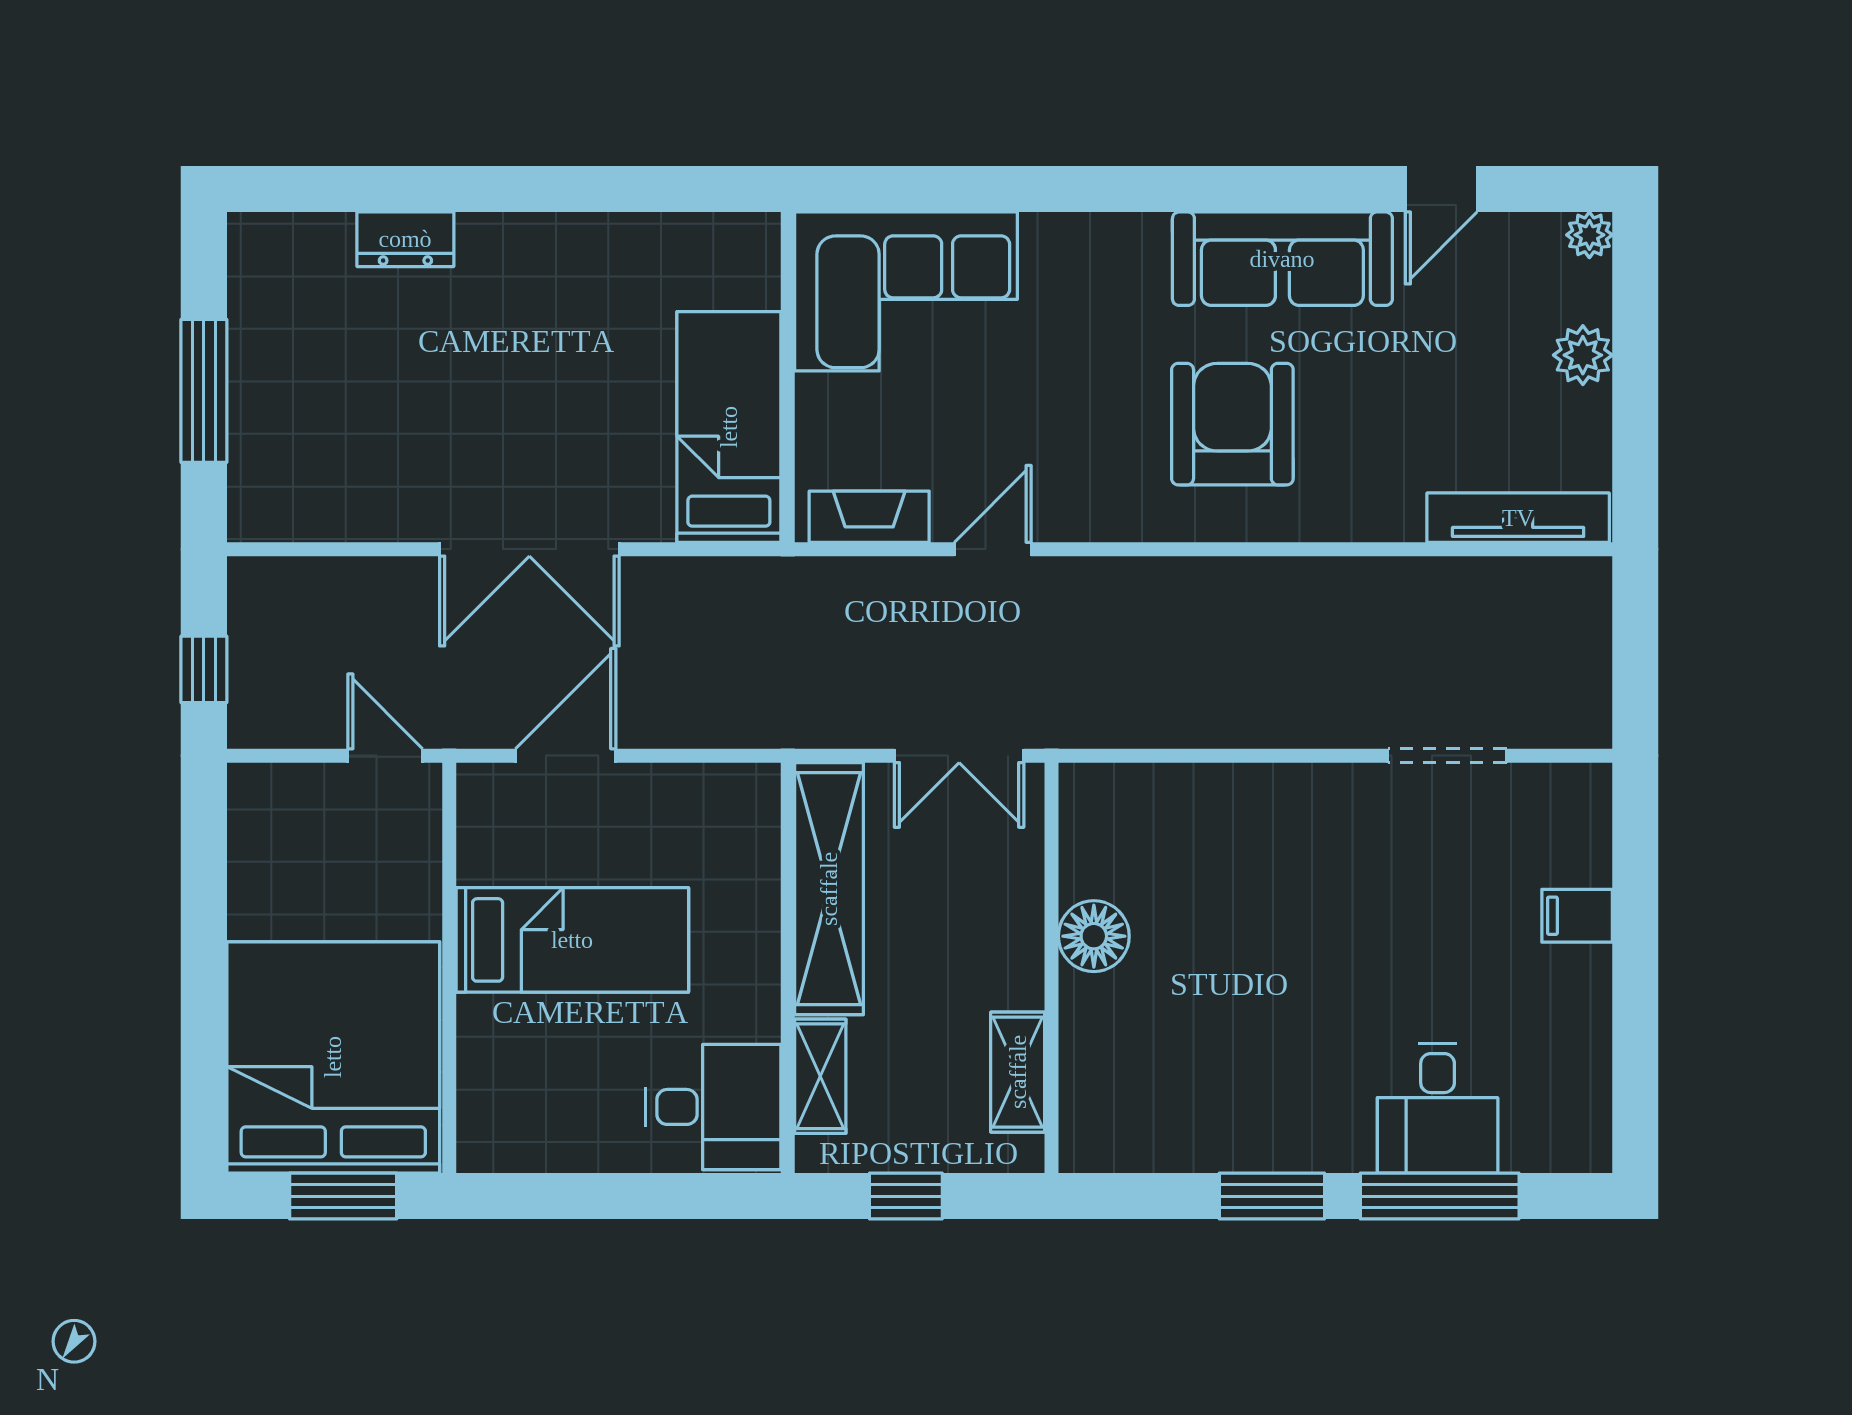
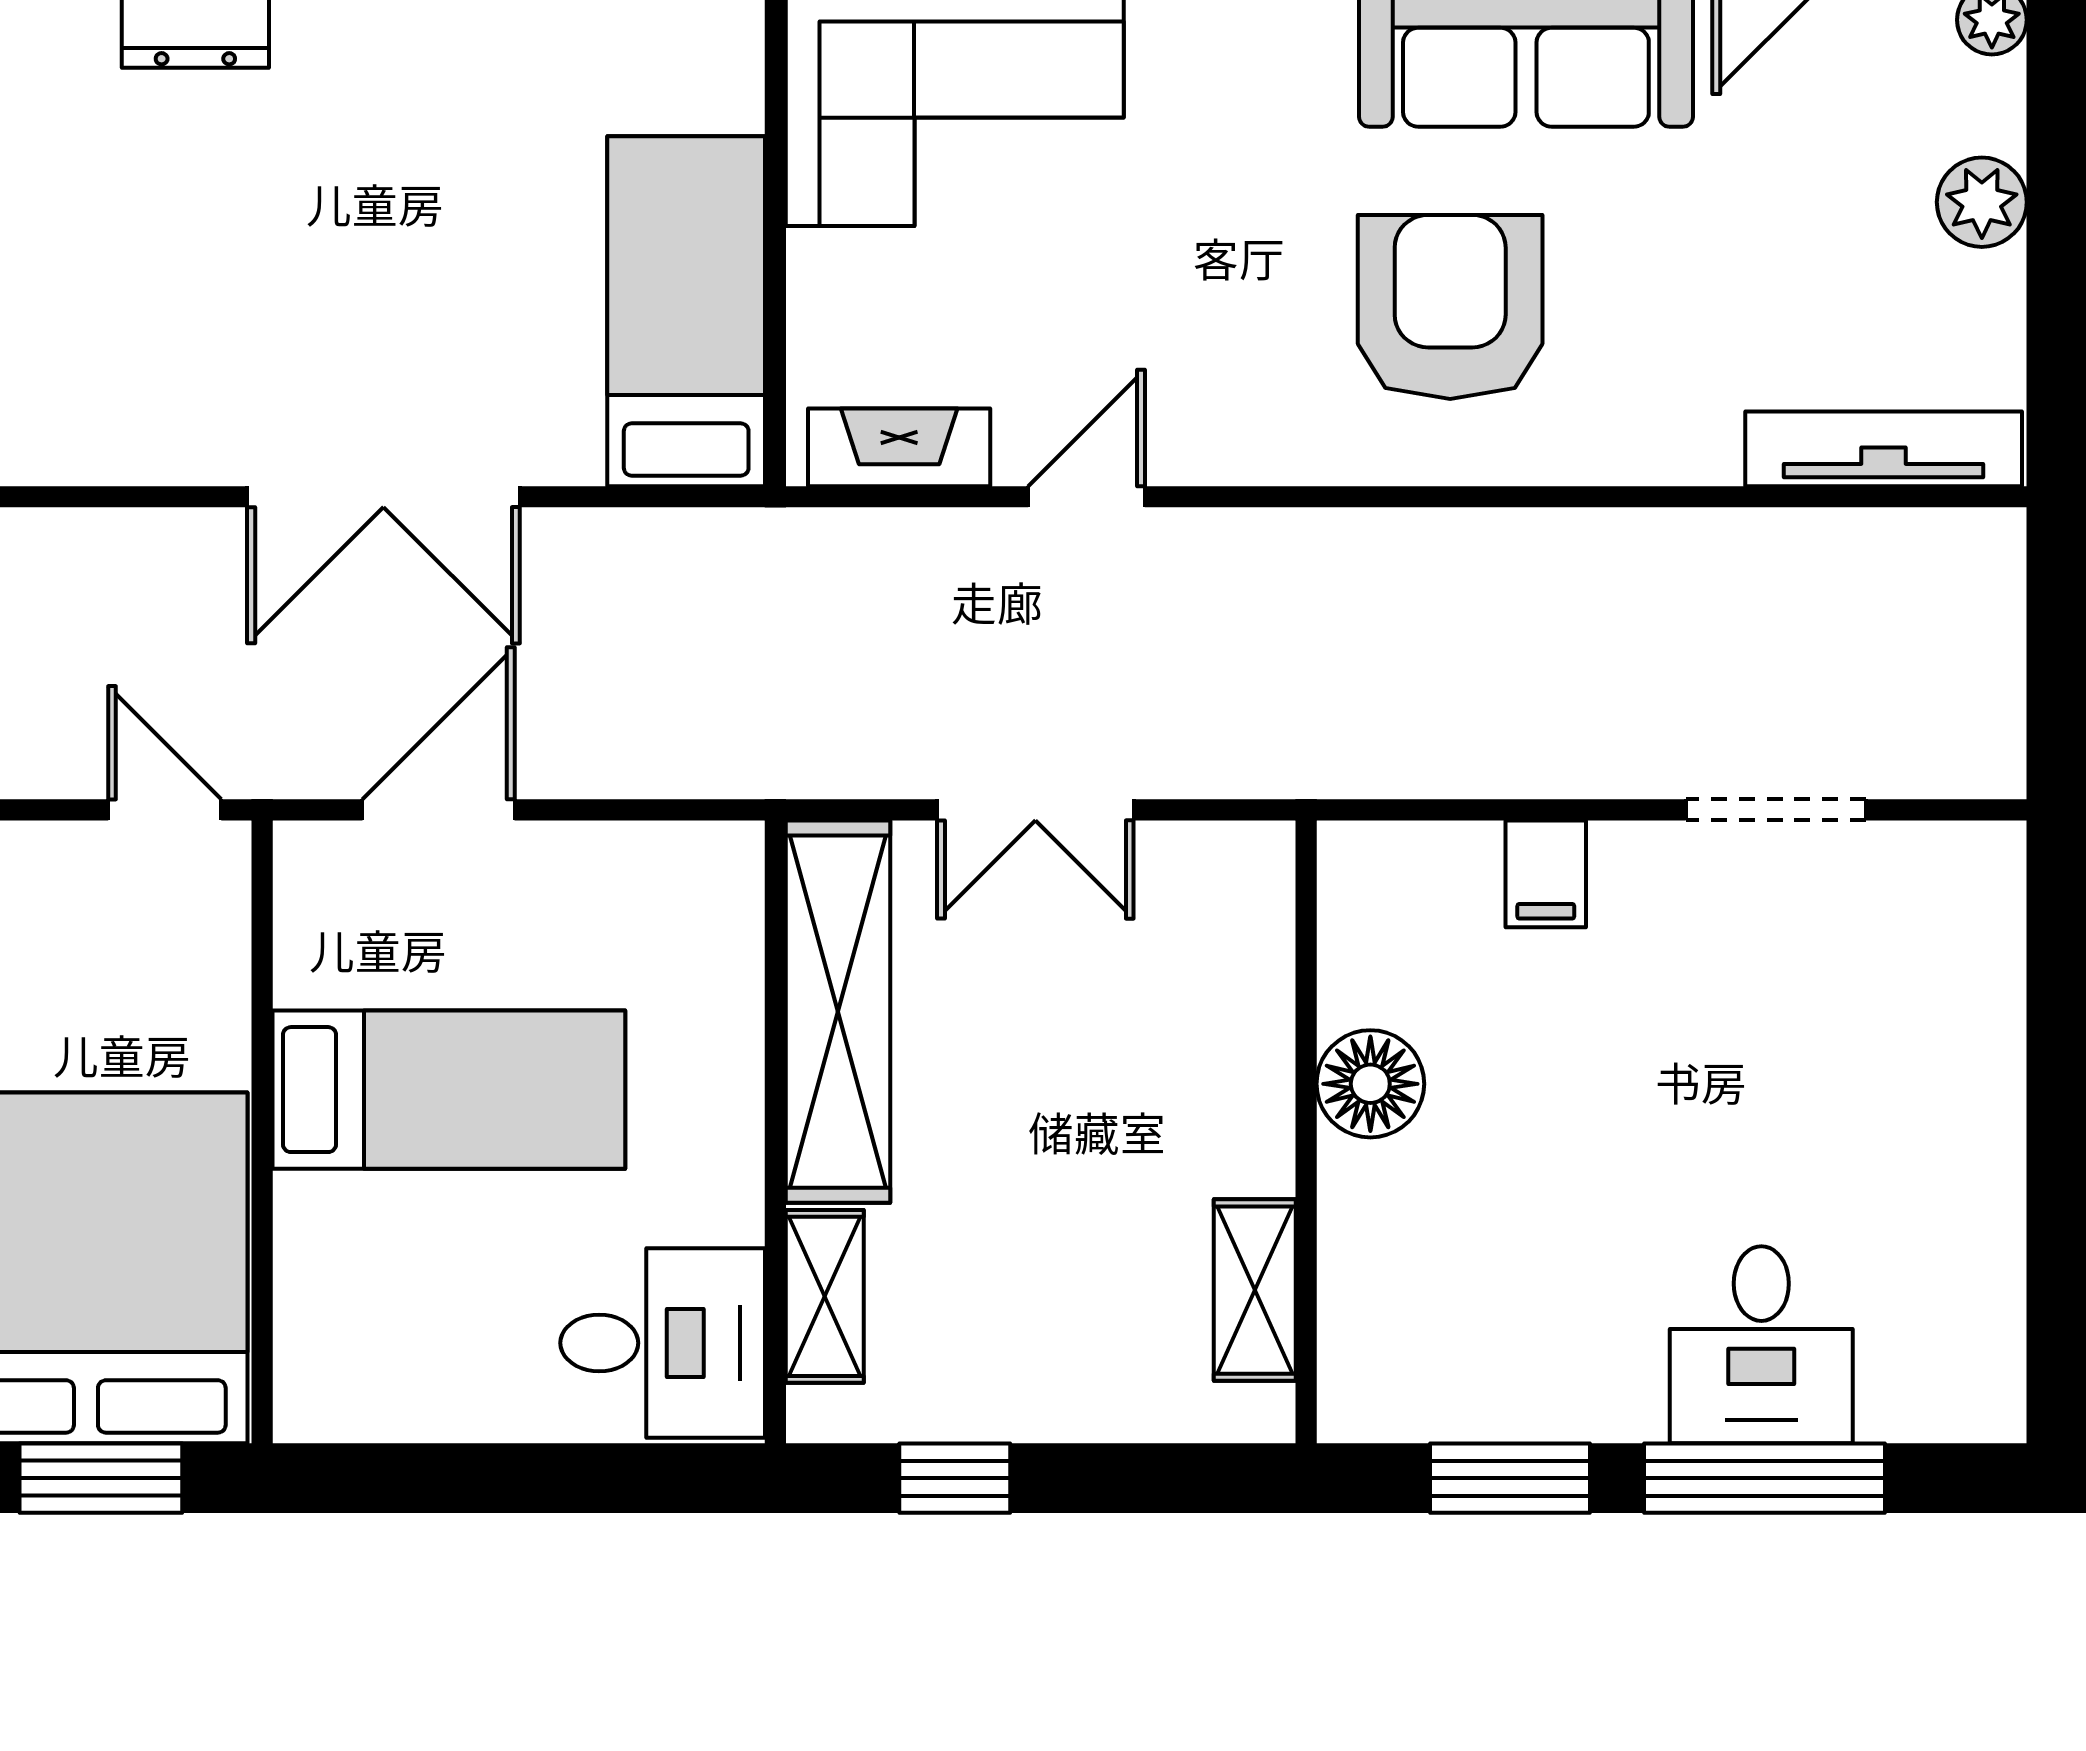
filing cabinet: (1577, 916) -> (1546, 874), moved, turned -90
floor lamp: (1094, 936) -> (1370, 1084), moved
wall: (1051, 968) -> (1306, 1132), moved
shelving: (1018, 1072) -> (1255, 1290), moved

